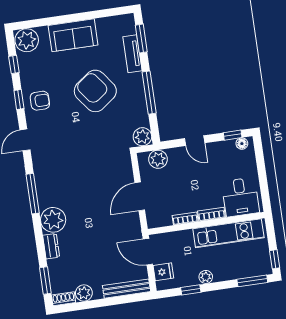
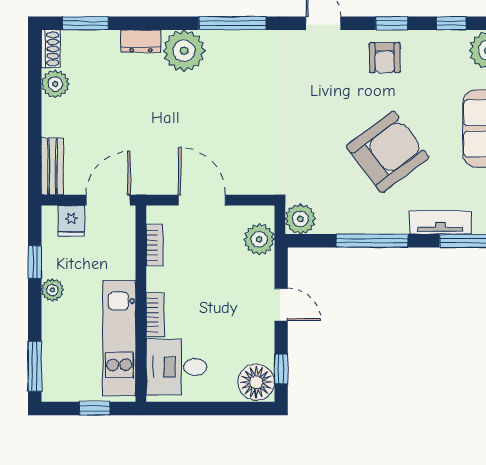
door: (195, 141) -> (281, 305), swing flipped
floor lamp: (242, 144) -> (256, 382), width x1.89, depth x1.89
bookcase: (185, 218) -> (154, 245), moved
window: (275, 259) -> (95, 408), moved
bench: (127, 289) -> (52, 166), width x0.73

